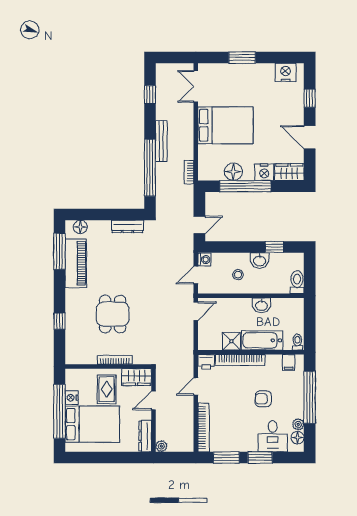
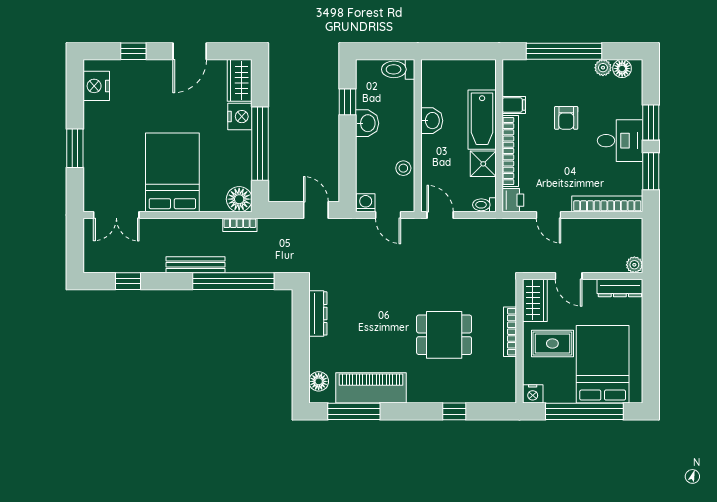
floor lamp: (233, 172) -> (239, 199), moved
stool: (238, 275) -> (403, 168), moved
toilet: (297, 342) -> (484, 205), moved
filing cabinet: (289, 362) -> (514, 105), moved
nightstand: (72, 398) -> (533, 394), moved
desk: (273, 436) -> (620, 141), moved

